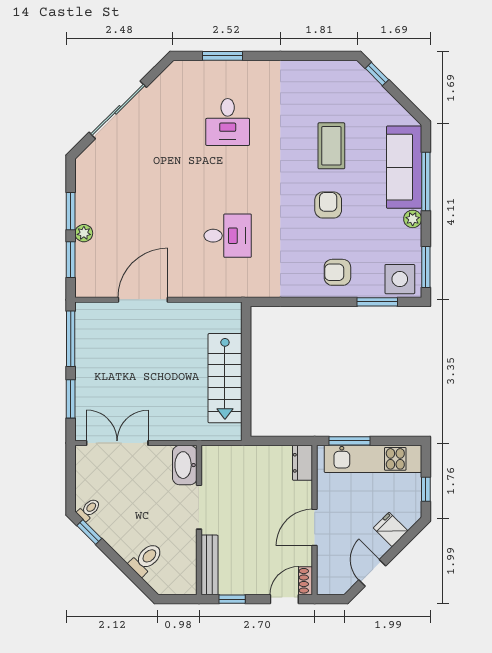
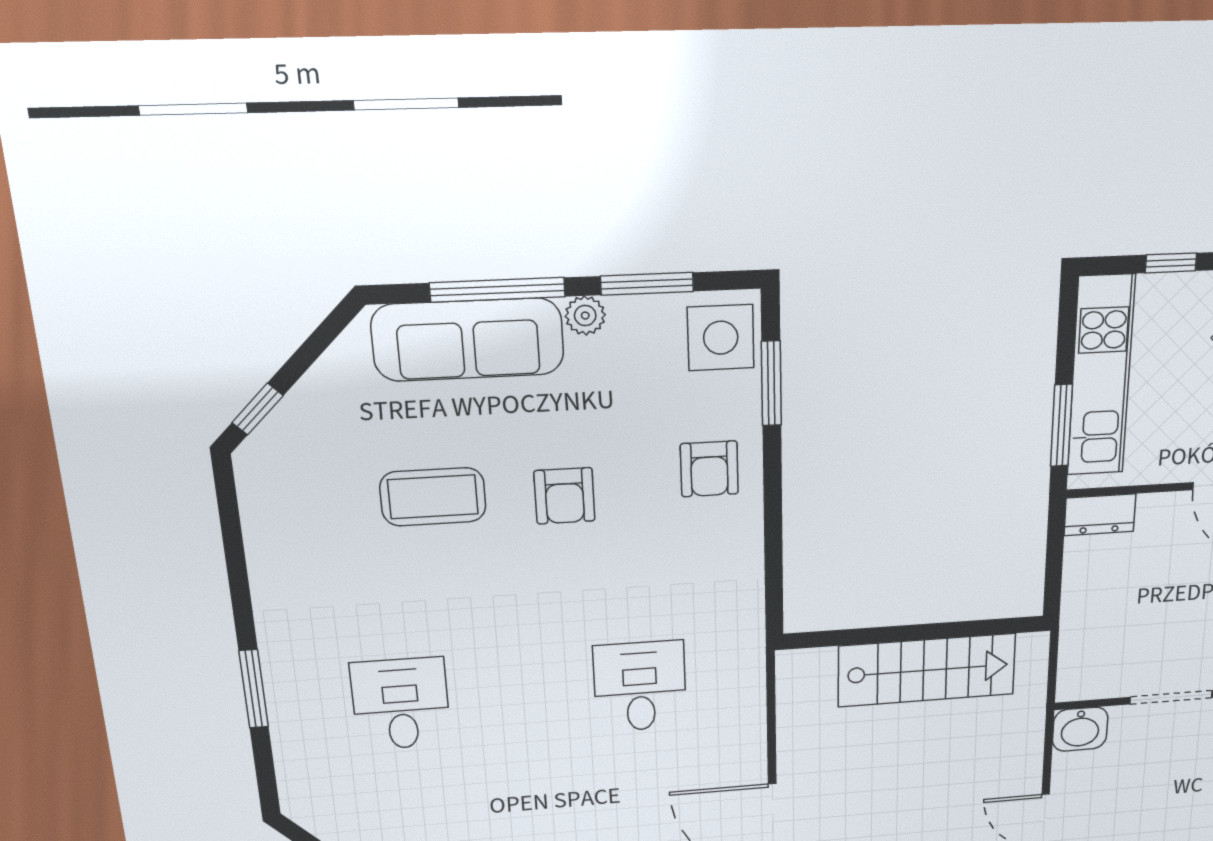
window: (223, 56) -> (254, 689), moved
desk: (228, 122) -> (401, 704), turned -90
armchair: (328, 205) -> (564, 496), turned -90
window: (426, 267) -> (647, 284), moved
washbasin: (185, 465) -> (1080, 729), width x0.72

